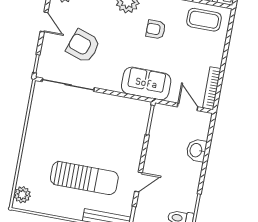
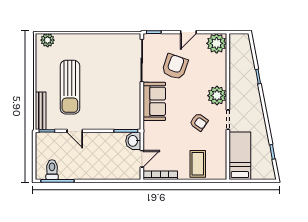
coffee table: (204, 20) -> (198, 164), moved
armchair: (156, 29) -> (199, 122), turned 125
sofa: (146, 84) -> (154, 101), moved
washbasin: (196, 150) -> (133, 141), moved, turned -90

